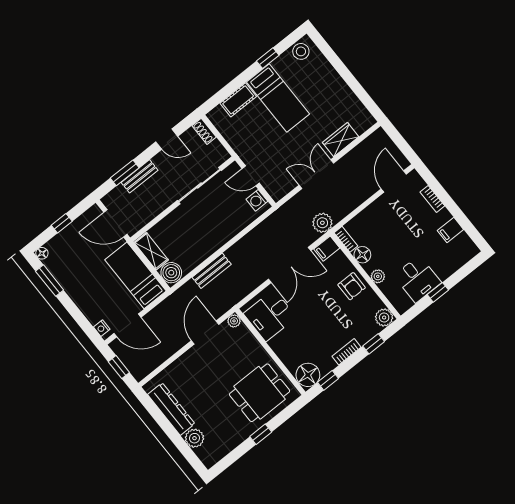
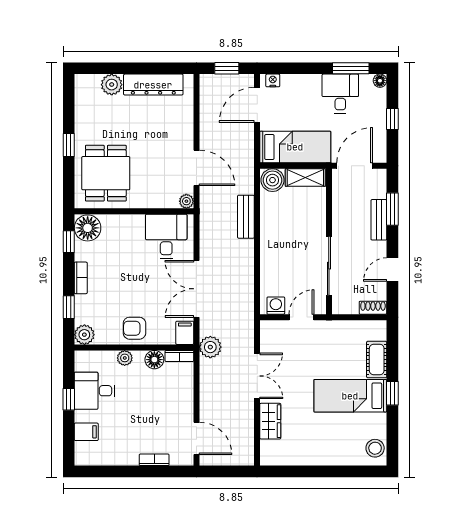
window: (268, 58) -> (392, 393), moved
filing cabinet: (450, 230) -> (86, 432), moved, turned 90
desk: (73, 274) -> (340, 94), added

